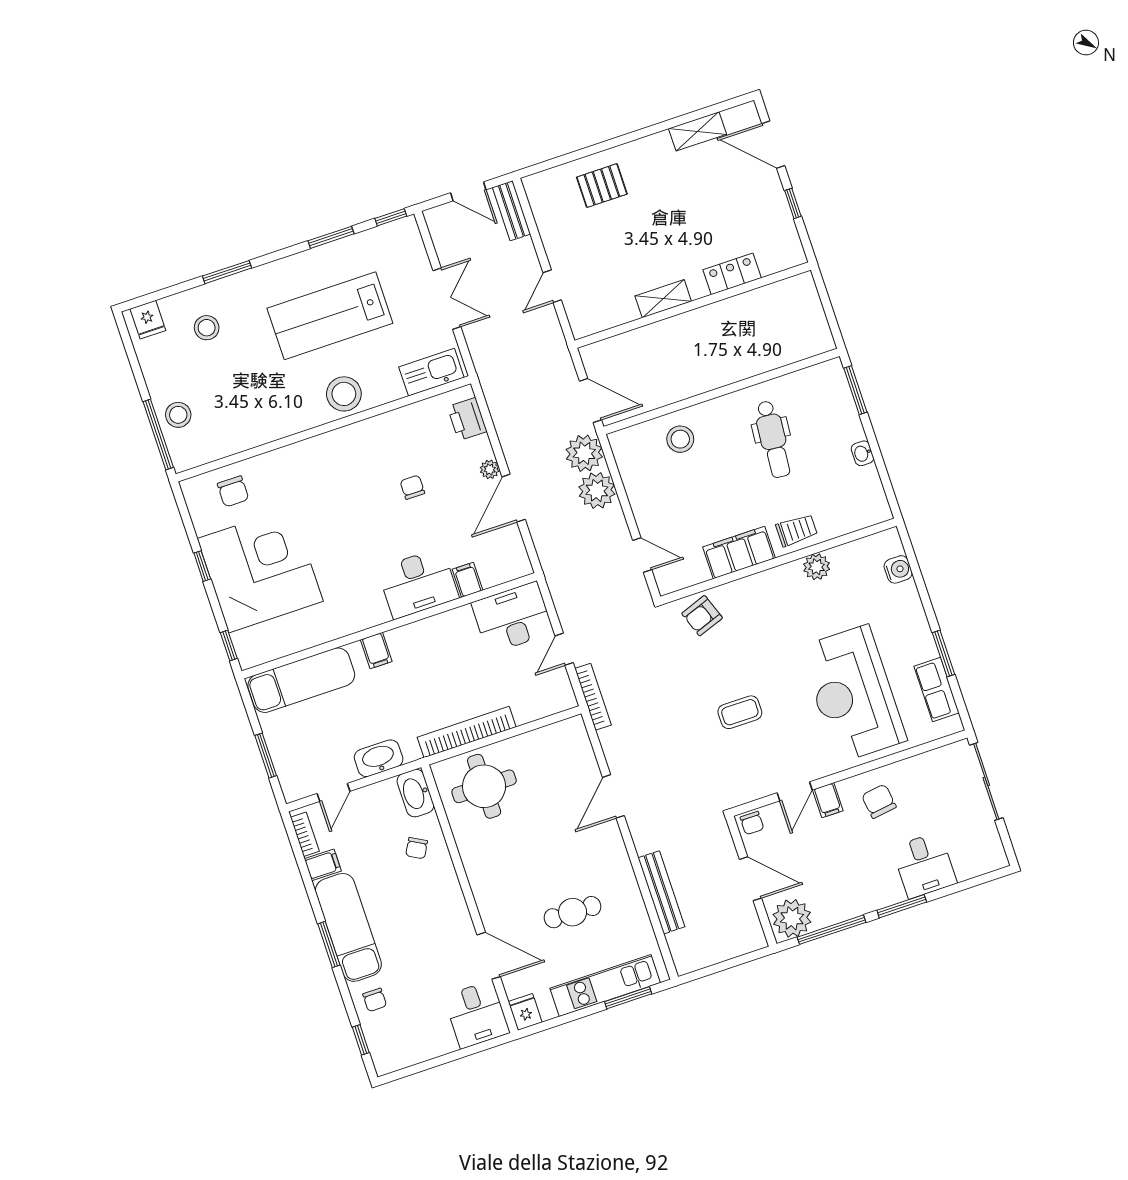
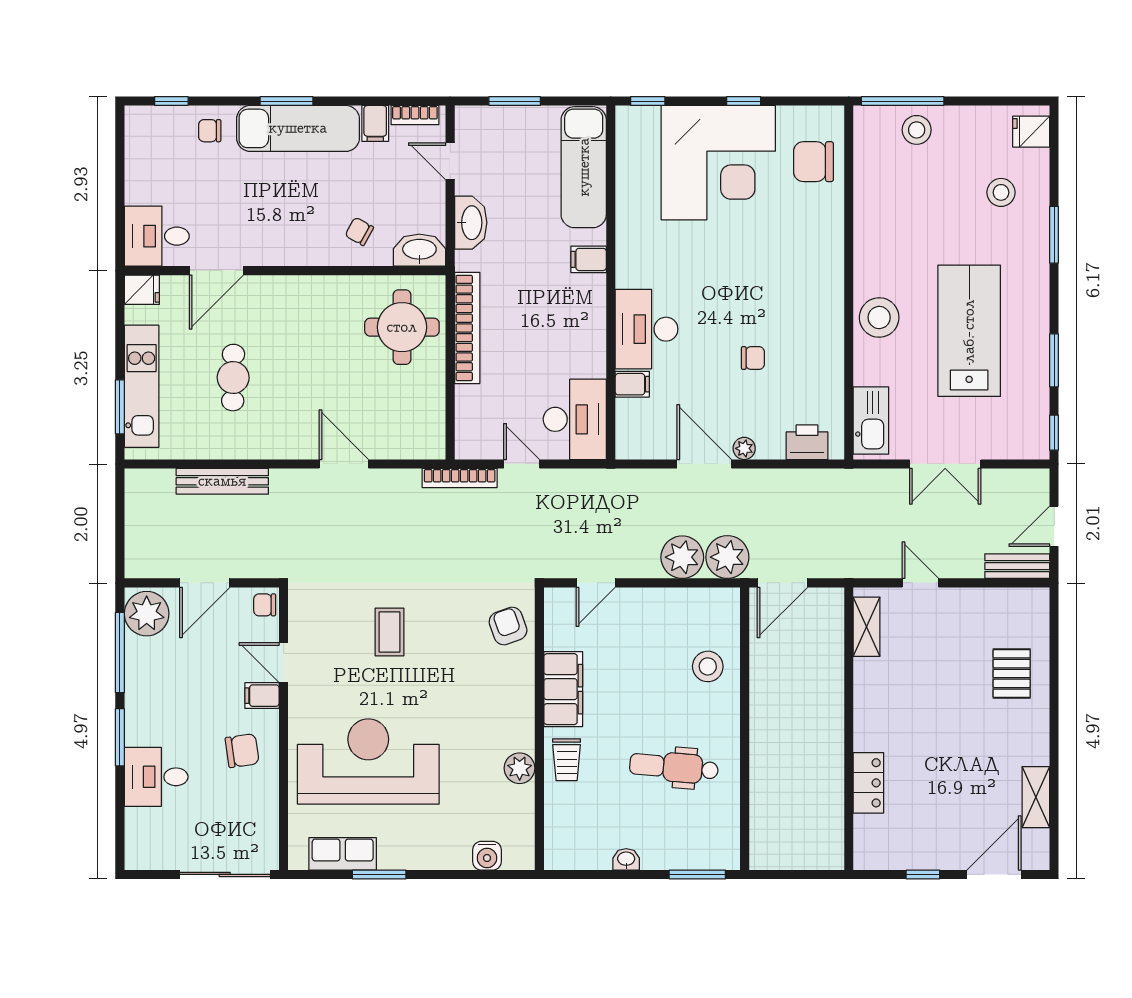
shelving: (663, 299) -> (867, 627), moved
chair: (233, 491) -> (813, 162), width x1.37, depth x1.37

